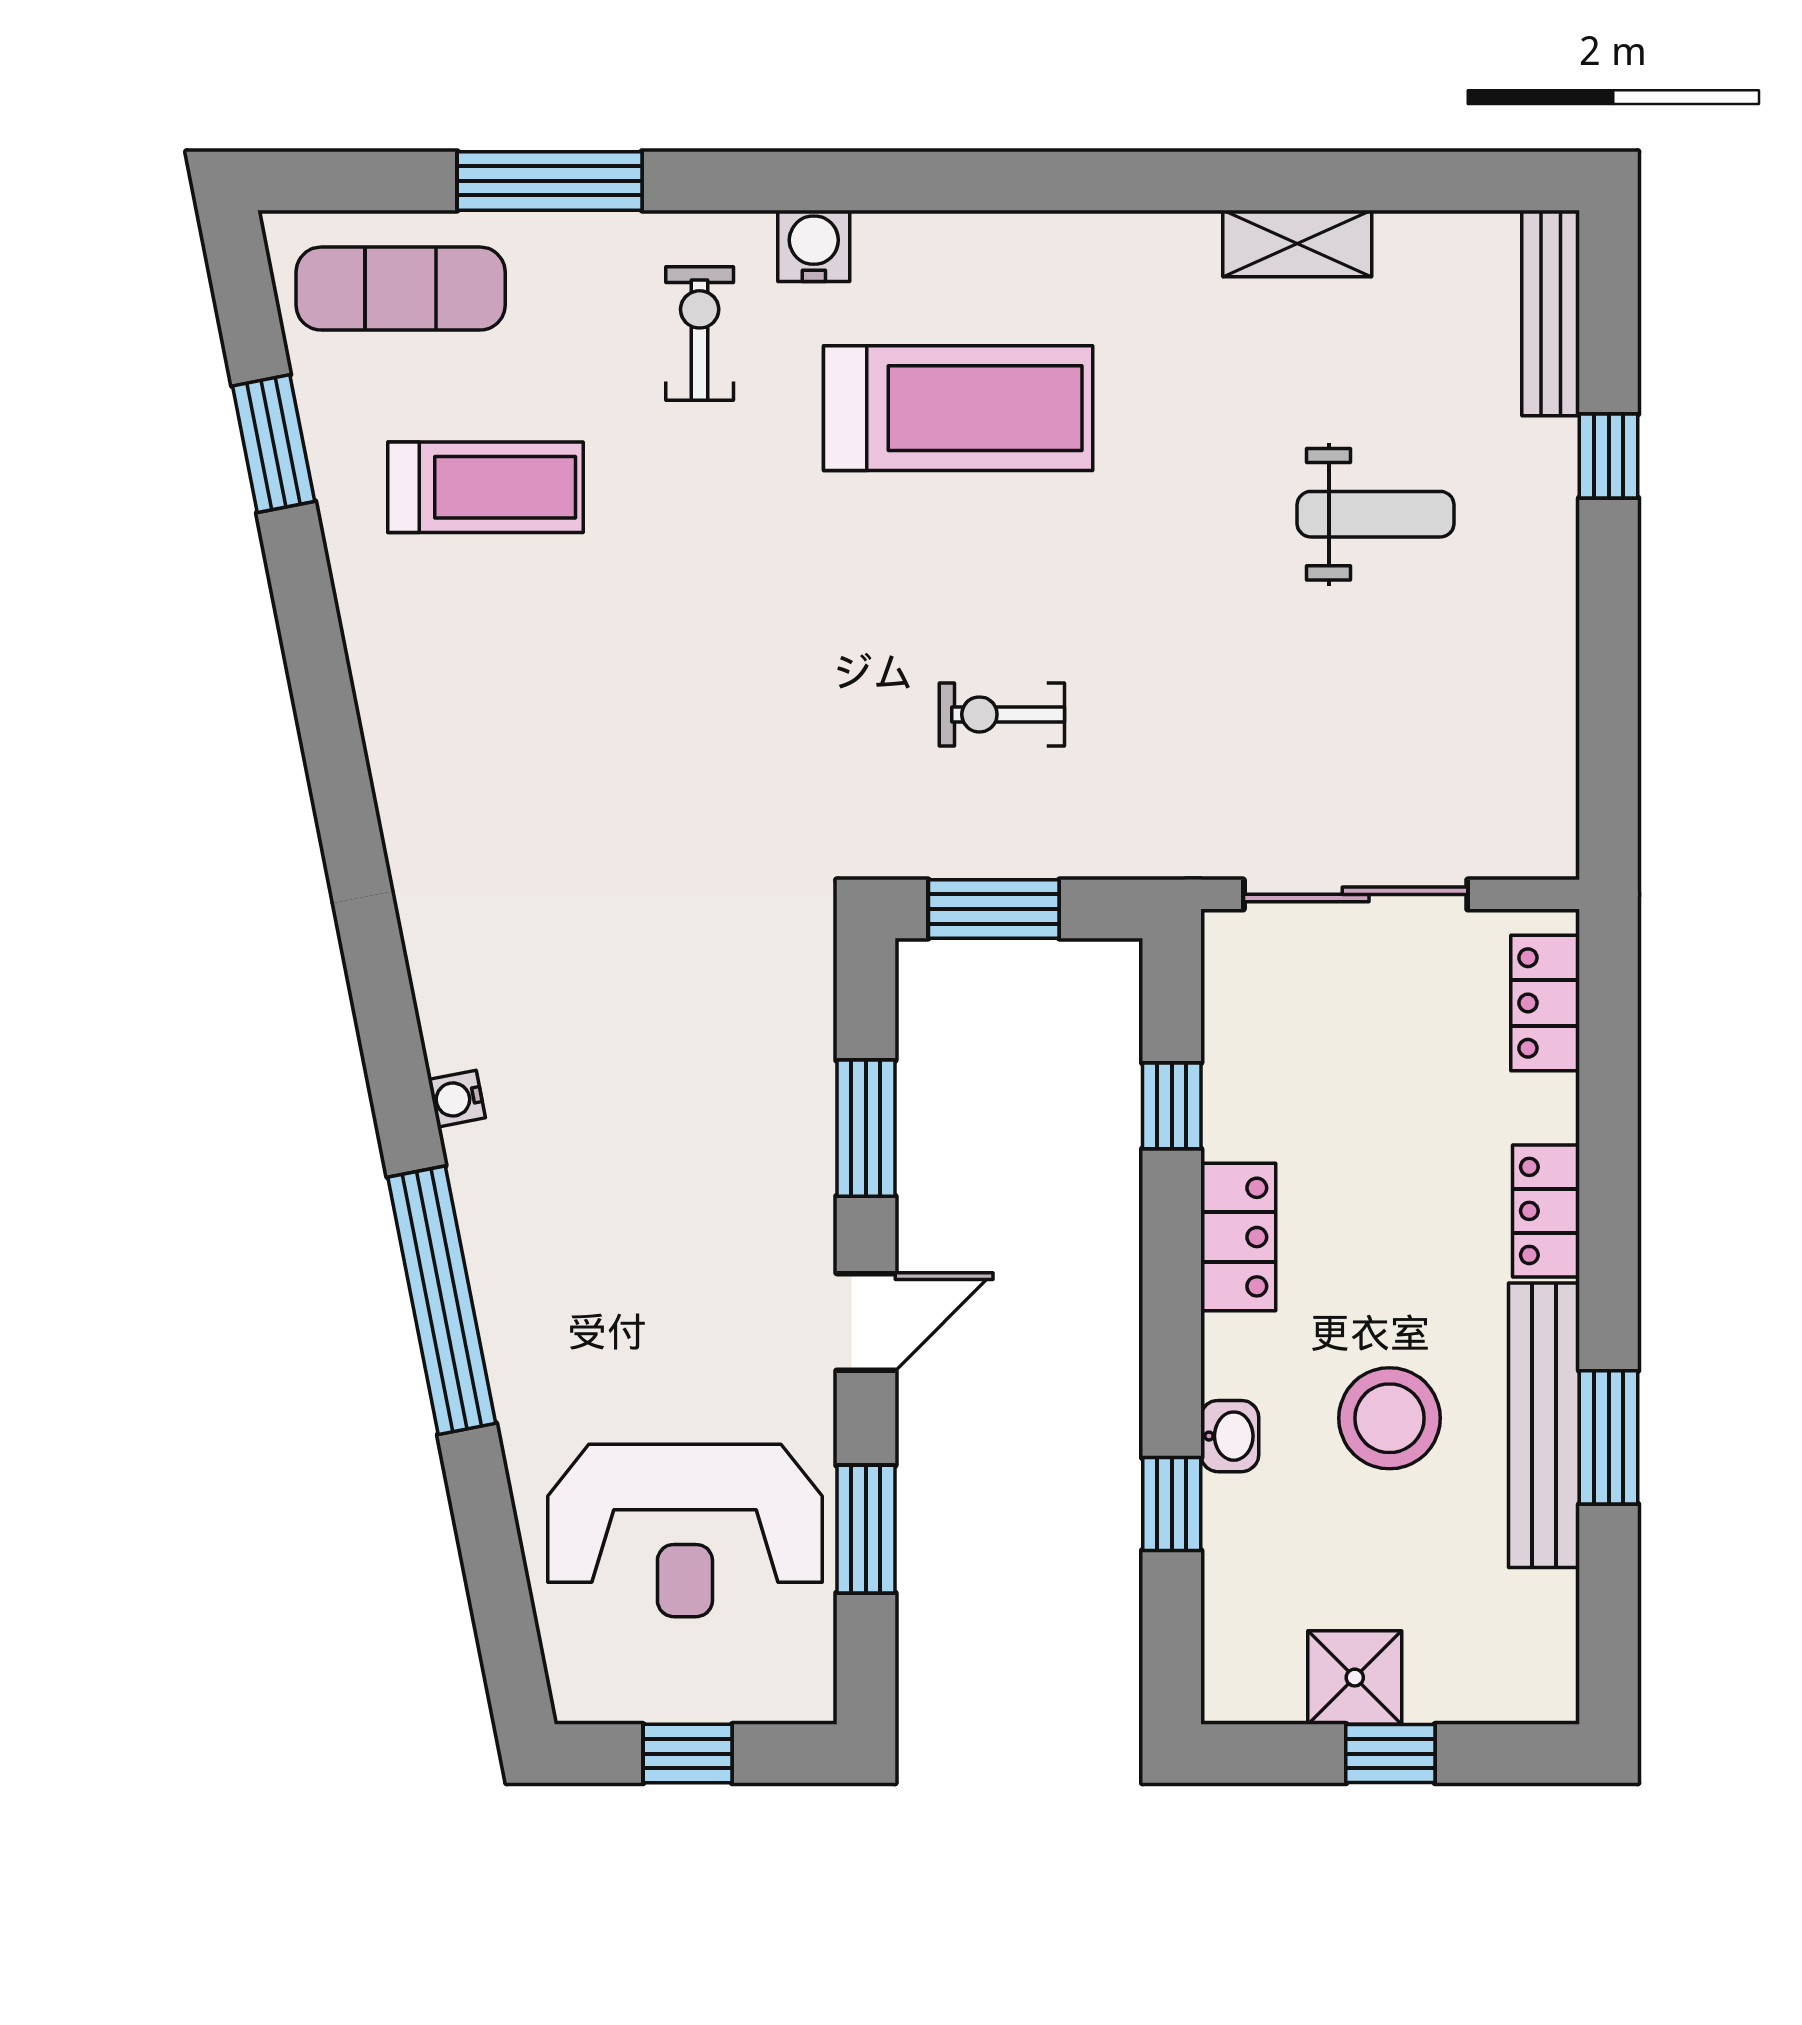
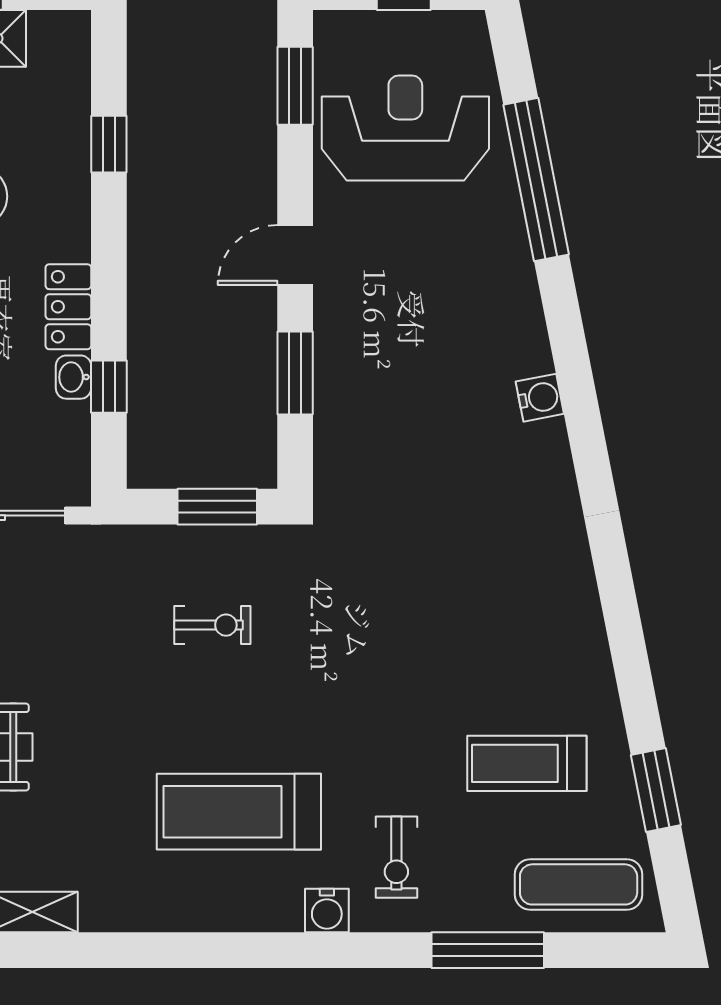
water cooler: (457, 1099) -> (540, 398), width x1.38, depth x1.38
window: (442, 1300) -> (536, 180), moved
washbasin: (1230, 1436) -> (73, 377), moved
window: (866, 1529) -> (295, 86), moved

